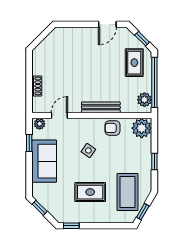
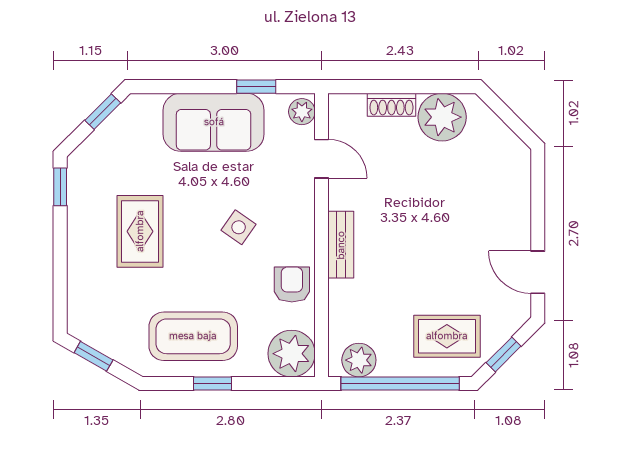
plant: (42, 65) -> (442, 117), added
bench: (101, 107) -> (341, 245), width x0.73
coffee table: (127, 192) -> (193, 336), moved

